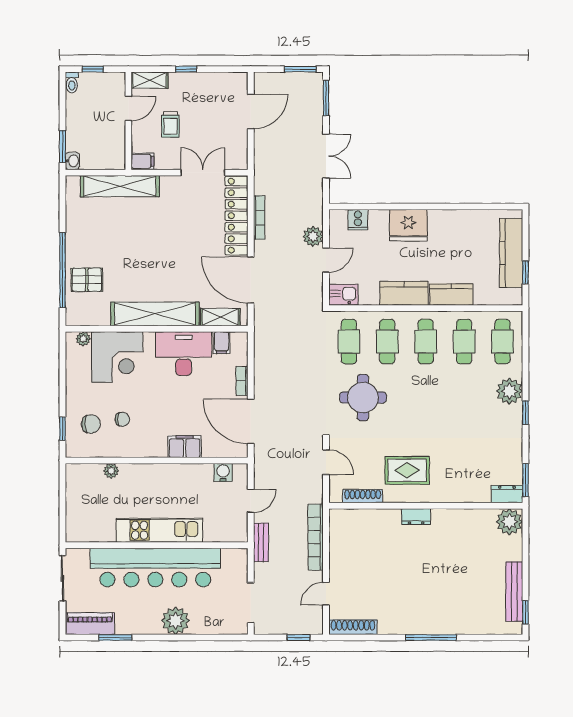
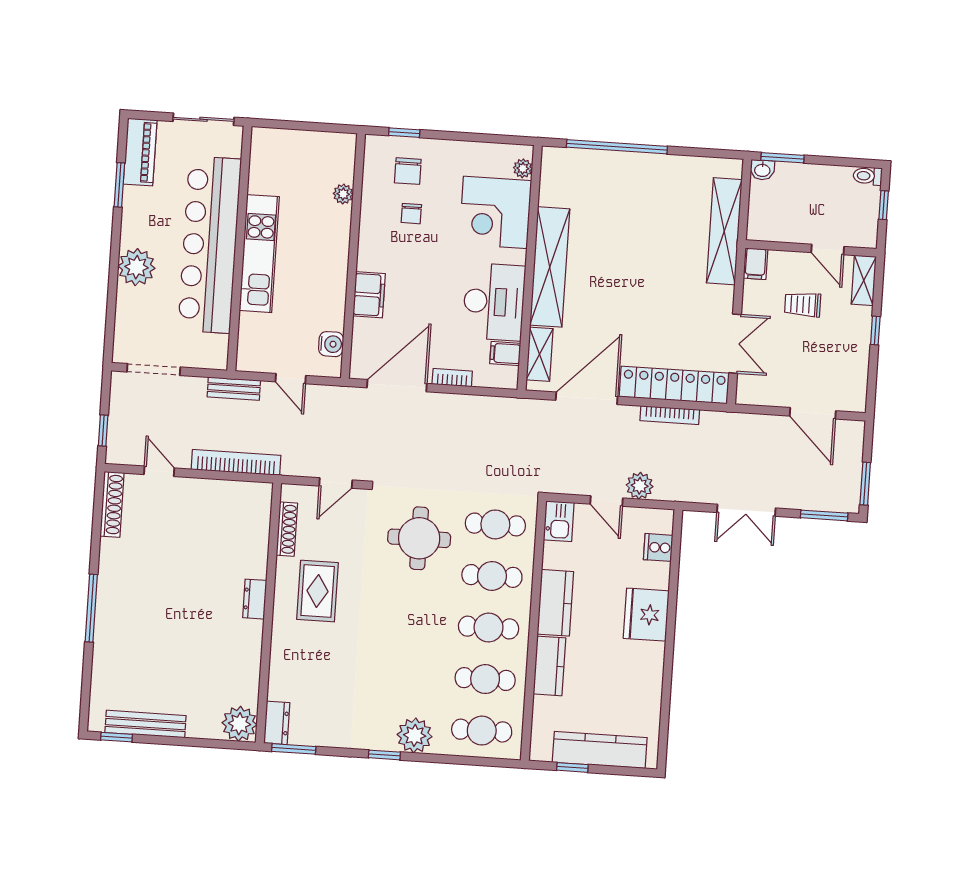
pallet: (87, 280) -> (602, 179), removed

